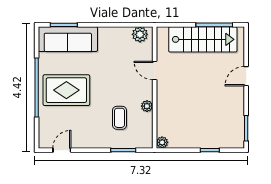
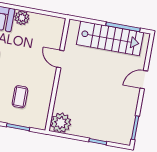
plant: (140, 34) -> (22, 18), moved
plant: (147, 106) -> (47, 91), removed
plant: (162, 142) -> (61, 123), width x1.88, depth x1.88

